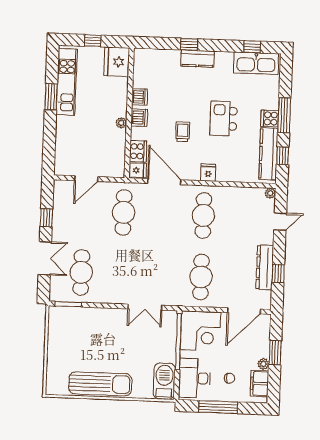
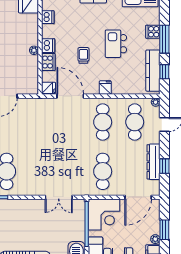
dishwasher: (139, 97) -> (48, 17), moved
cooker: (270, 118) -> (153, 32), moved
cooker: (138, 151) -> (48, 62), moved
cafe table: (124, 212) -> (135, 122), moved

